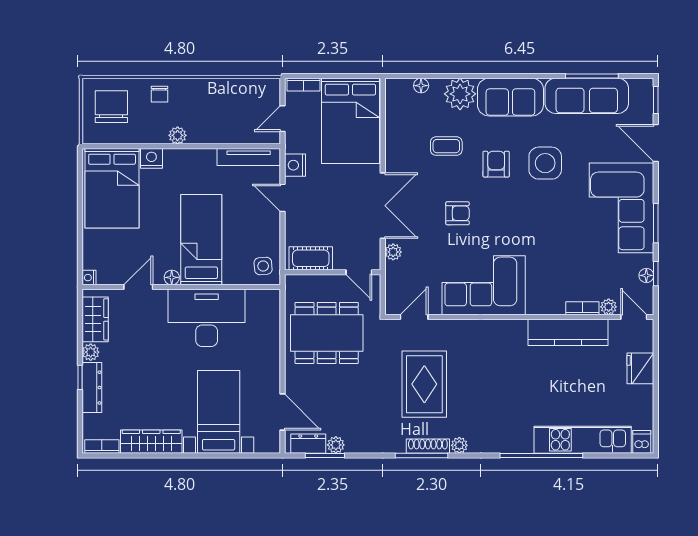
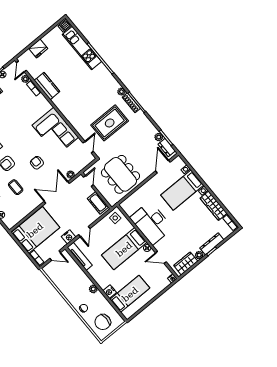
bed: (112, 188) -> (130, 294), width x0.67
door: (414, 317) -> (88, 147), swing flipped
kitchen counter: (568, 332) -> (47, 86), width x0.67

